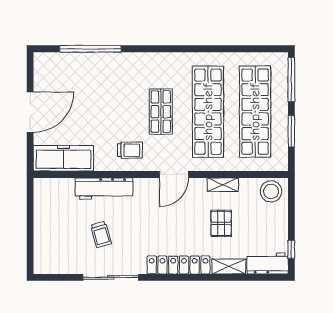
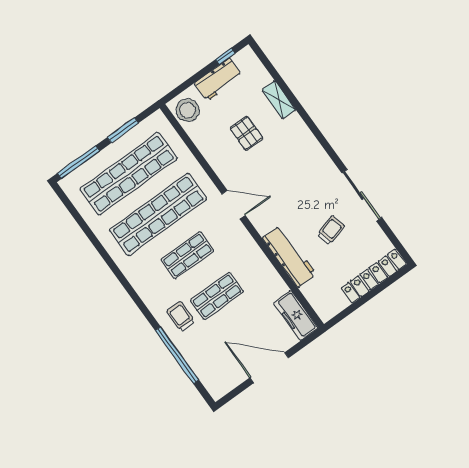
shop shelf: (114, 112) -> (217, 296), added
trolley: (130, 150) -> (181, 317), moved
freezer: (63, 158) -> (296, 315), width x0.73, depth x0.79
shelving: (223, 185) -> (212, 156), removed
pallet: (221, 223) -> (246, 133), turned 90
workbench: (268, 263) -> (218, 80), moved, turned -90
locker: (179, 265) -> (374, 276), moved, turned 90

